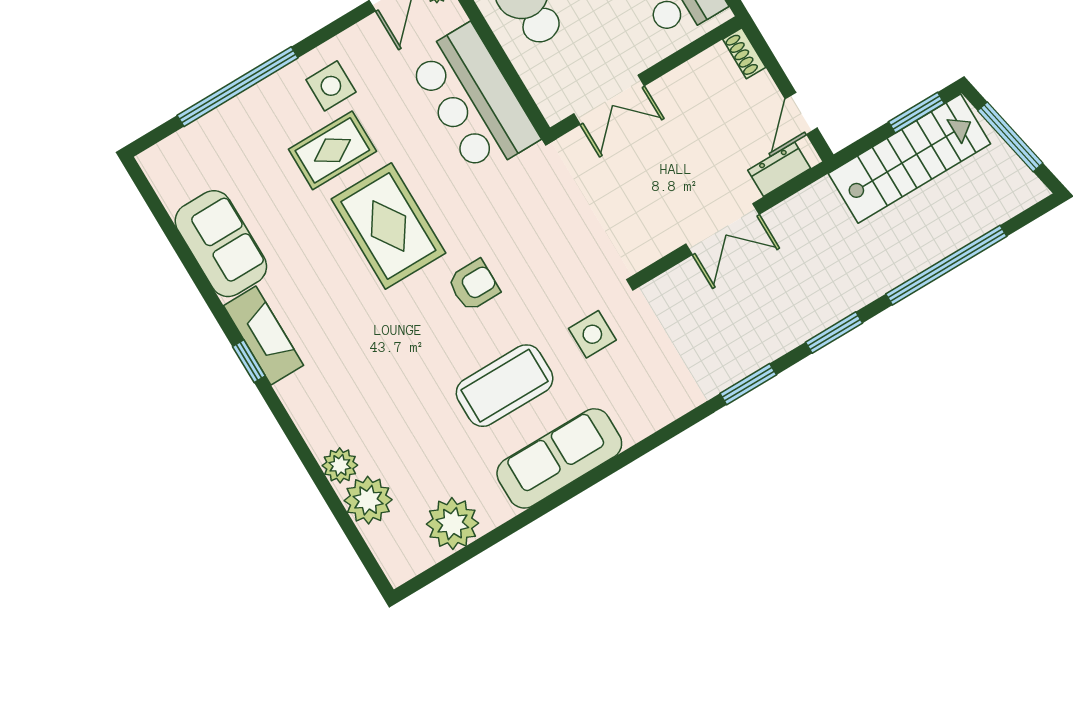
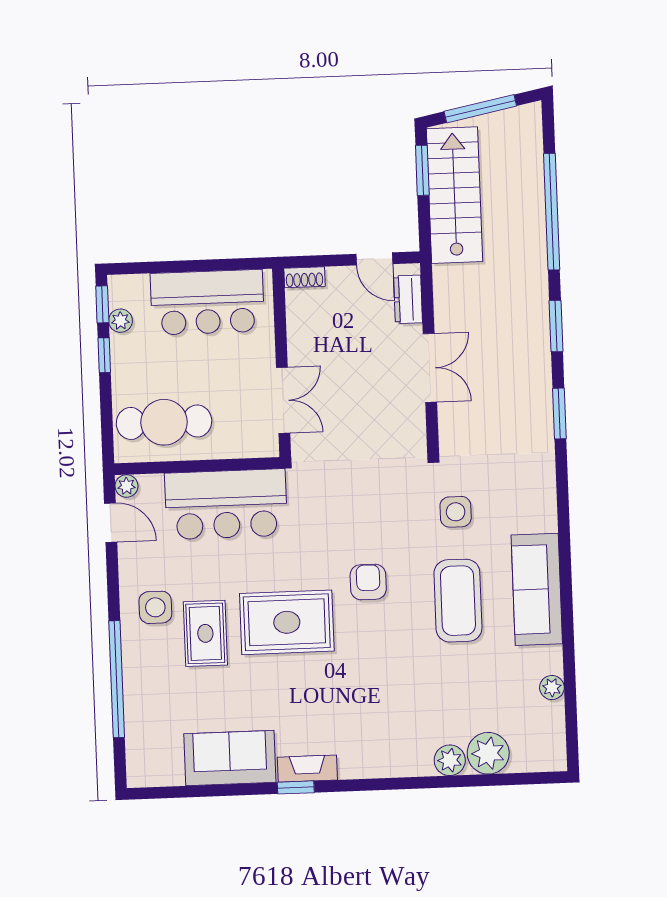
fireplace: (263, 335) -> (307, 769), width x0.73, depth x0.76
window: (249, 361) -> (296, 787), moved
plant: (452, 524) -> (552, 688), width x0.53, depth x0.53

